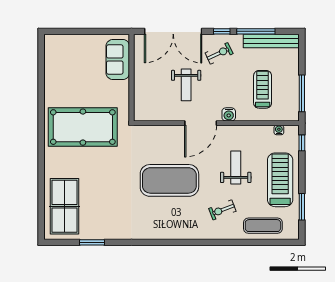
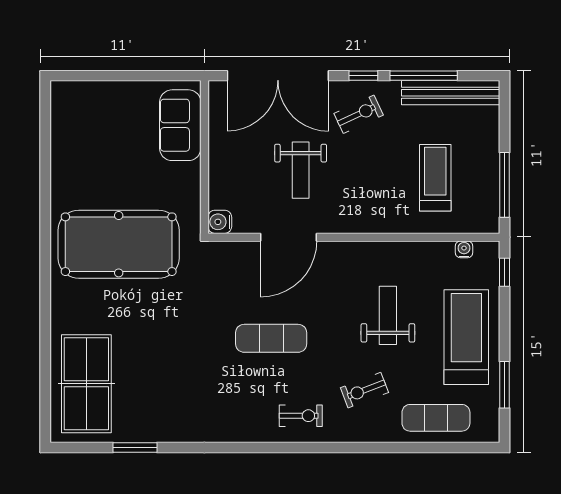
water cooler: (229, 114) -> (220, 222), moved, turned 90
door: (201, 123) -> (289, 237), moved
exercise mat: (169, 180) -> (271, 338), width x0.50, depth x0.69
exercise bike: (186, 224) -> (301, 416), added

